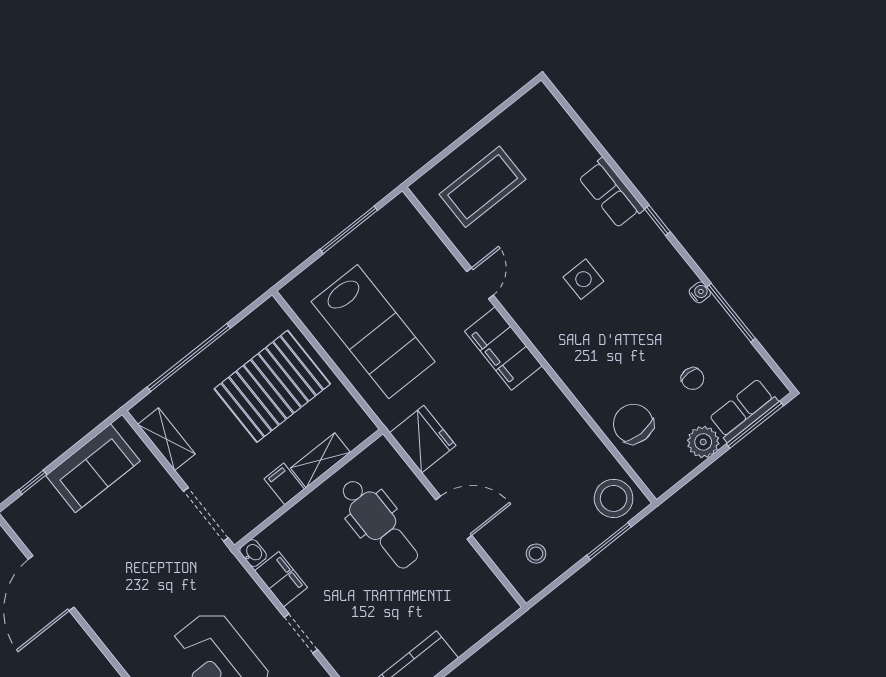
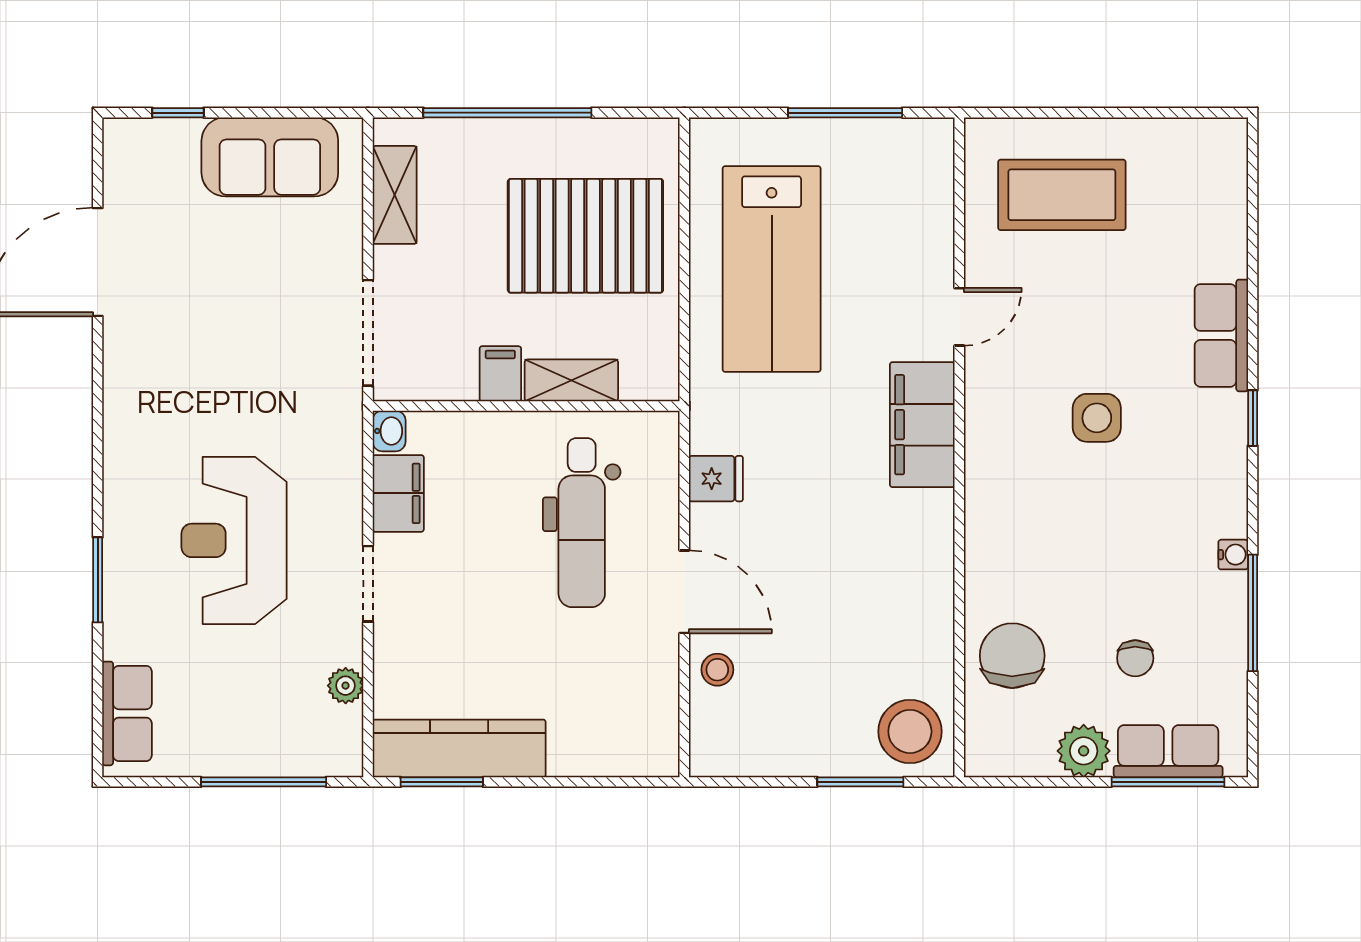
fridge: (423, 439) -> (716, 479), width x0.53, depth x0.75
stool: (536, 554) -> (717, 670), moved

